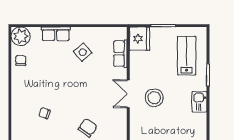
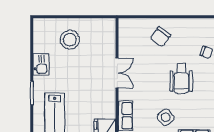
wheelchair: (68, 88) -> (181, 79), added
stool: (154, 98) -> (70, 40), moved

